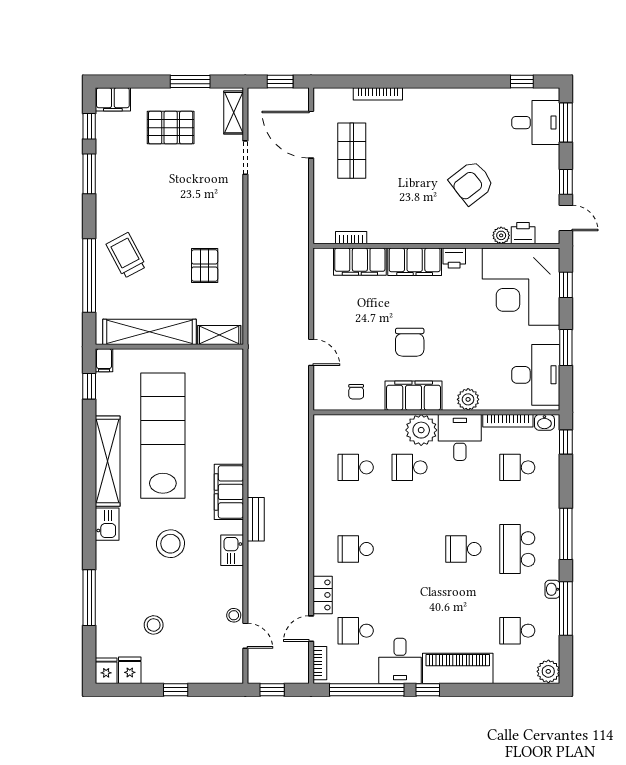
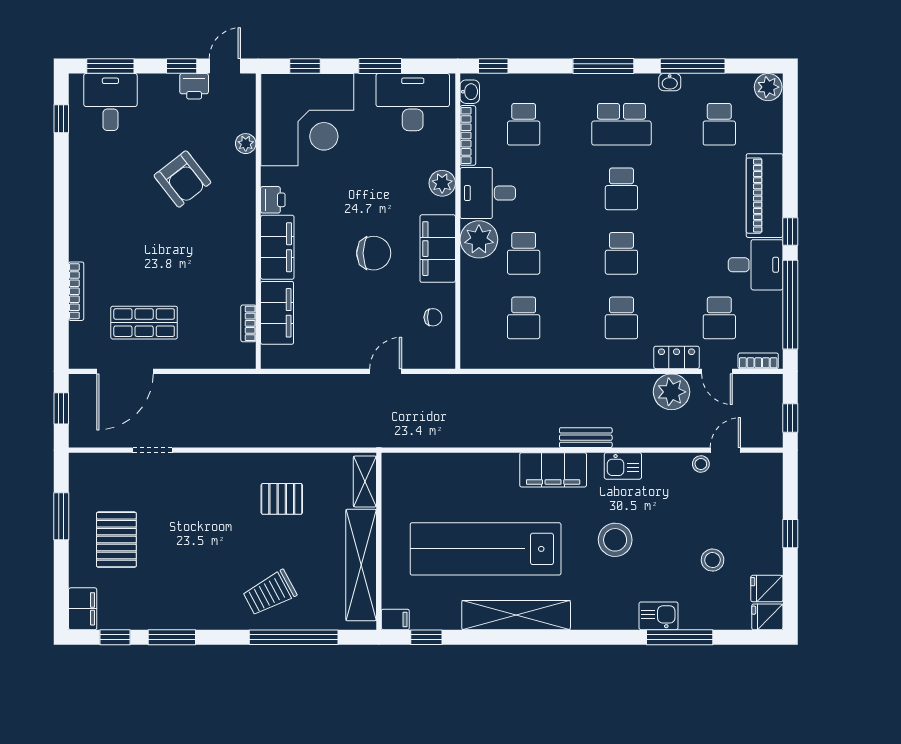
shelving: (234, 113) -> (99, 464), removed
printer: (523, 233) -> (194, 86), moved, turned -90
kitchen sink: (107, 524) -> (659, 616), moved
school desk: (410, 549) -> (621, 253), added
plant: (294, 591) -> (671, 392), added

